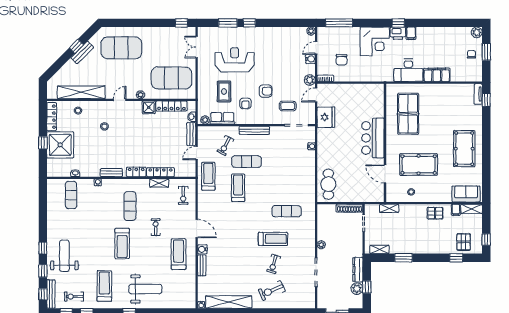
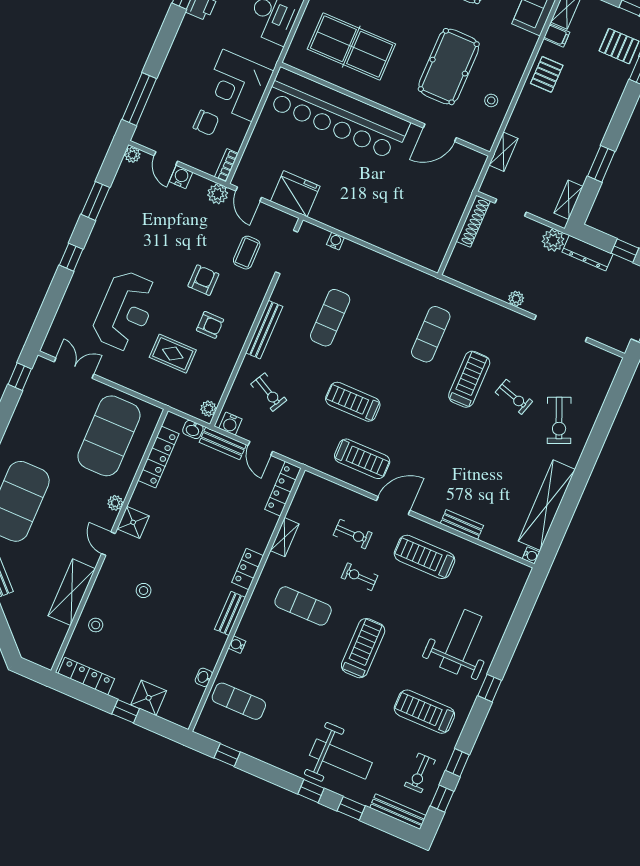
window: (228, 23) -> (95, 201), moved
corner desk: (375, 41) -> (237, 85), moved, turned 180
double door: (197, 47) -> (74, 368), swing flipped
reception desk: (235, 60) -> (125, 311), turned 180
shelving: (81, 92) -> (72, 592), width x0.68
shower: (149, 107) -> (133, 522), moved
row of seats: (222, 118) -> (219, 377), removed
bar counter: (373, 138) -> (337, 114), width x1.86
shower: (60, 145) -> (149, 698), width x0.54, depth x0.54
exercise mat: (246, 162) -> (330, 318), moved
locker: (160, 172) -> (283, 489), moved
treadmill: (208, 176) -> (362, 459), moved, turned 180
cafe table: (328, 184) -> (415, 240), removed
exercise bike: (183, 195) -> (353, 534), moved
treadmill: (122, 244) -> (363, 648), turned -90
water cooler: (202, 249) -> (230, 424), moved
weight bench: (64, 256) -> (341, 759), turned 180
plant: (357, 289) -> (553, 240), moved
window: (43, 294) -> (227, 755), moved

